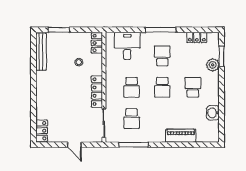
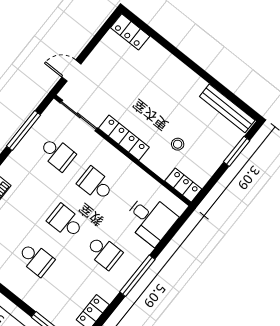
plant: (213, 65) -> (44, 305), removed
school desk: (132, 119) -> (57, 154), turned 180
door: (74, 145) -> (71, 71), moved

